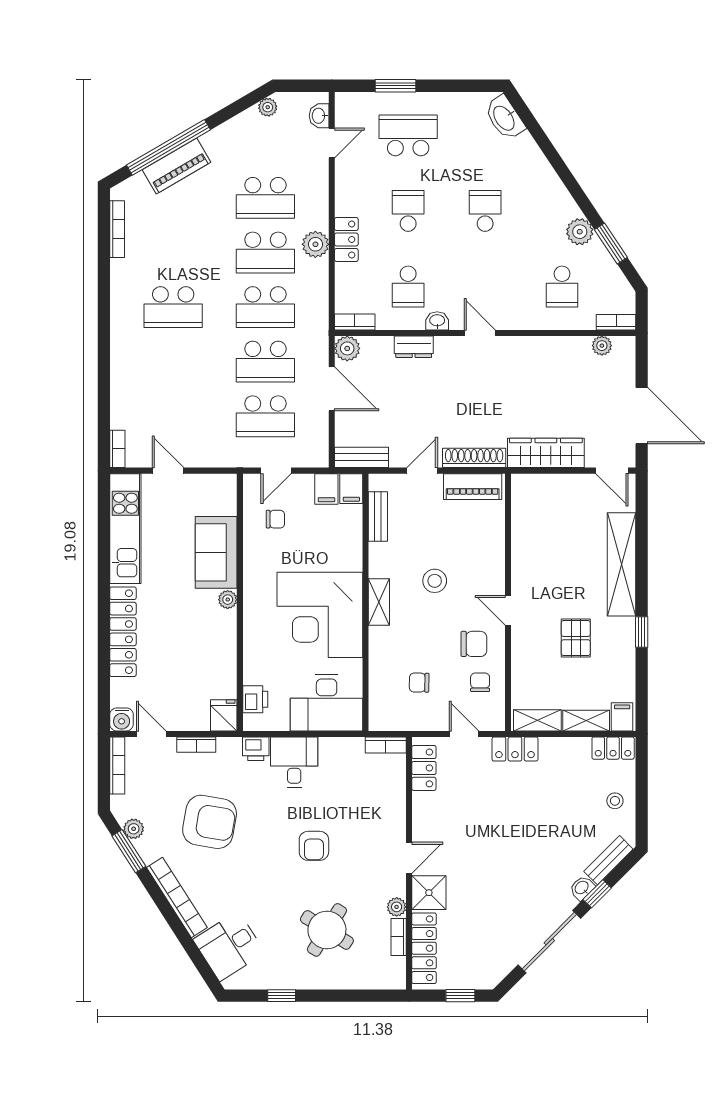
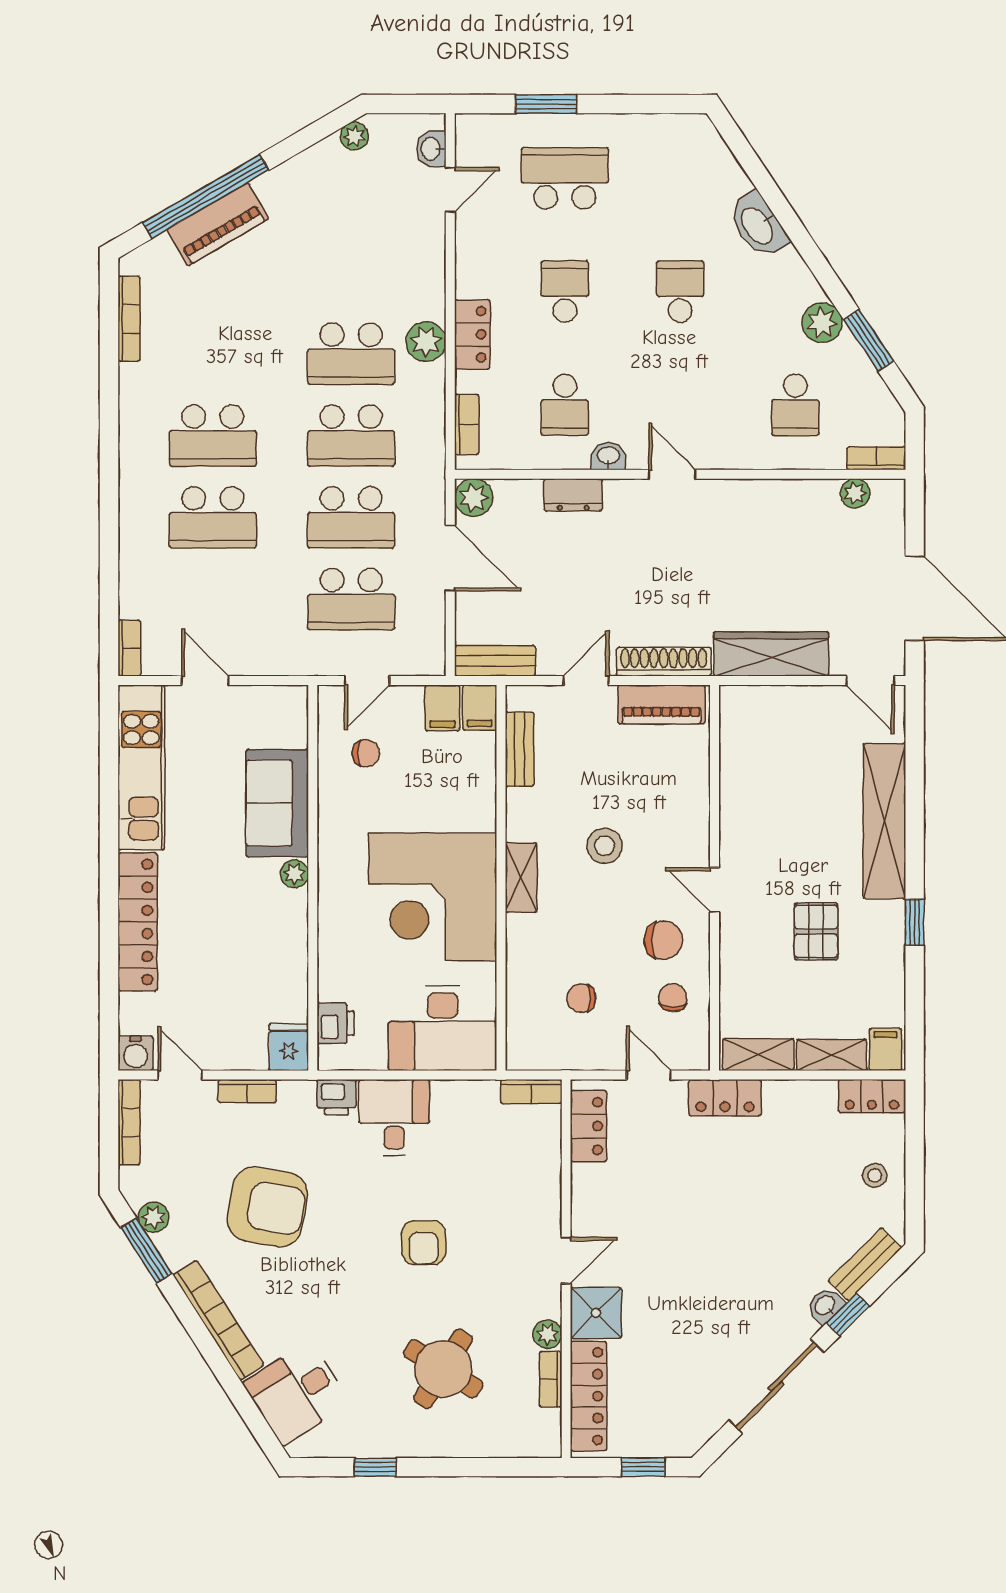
washbasin: (505, 118) -> (758, 225), moved
school desk: (265, 198) -> (213, 517), moved
bookcase: (355, 322) -> (467, 425), moved, turned 90

